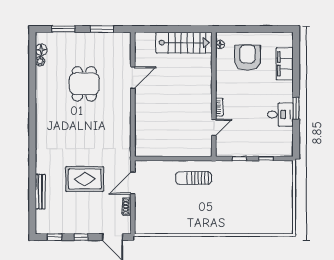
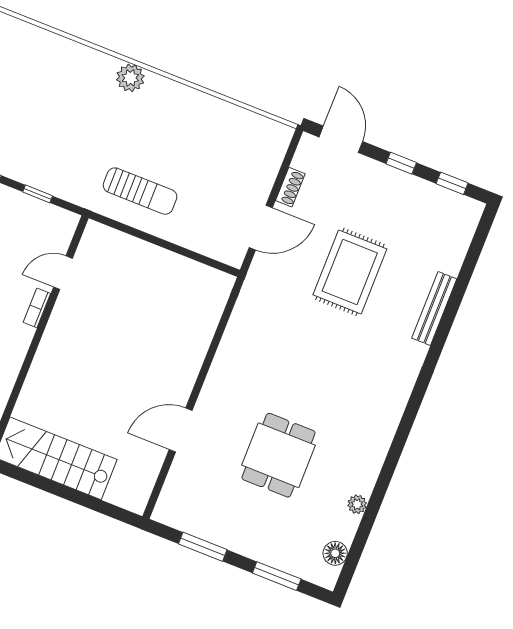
plant: (40, 61) -> (357, 504), moved
rug: (85, 179) -> (350, 272), turned 90
bench: (40, 192) -> (434, 308), moved
plant: (218, 227) -> (130, 78), added

